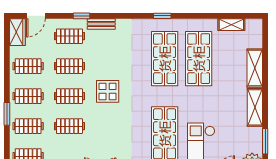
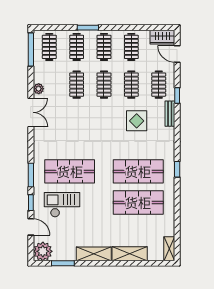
shelving: (231, 25) -> (169, 249), moved
display table: (108, 91) -> (137, 121), moved

